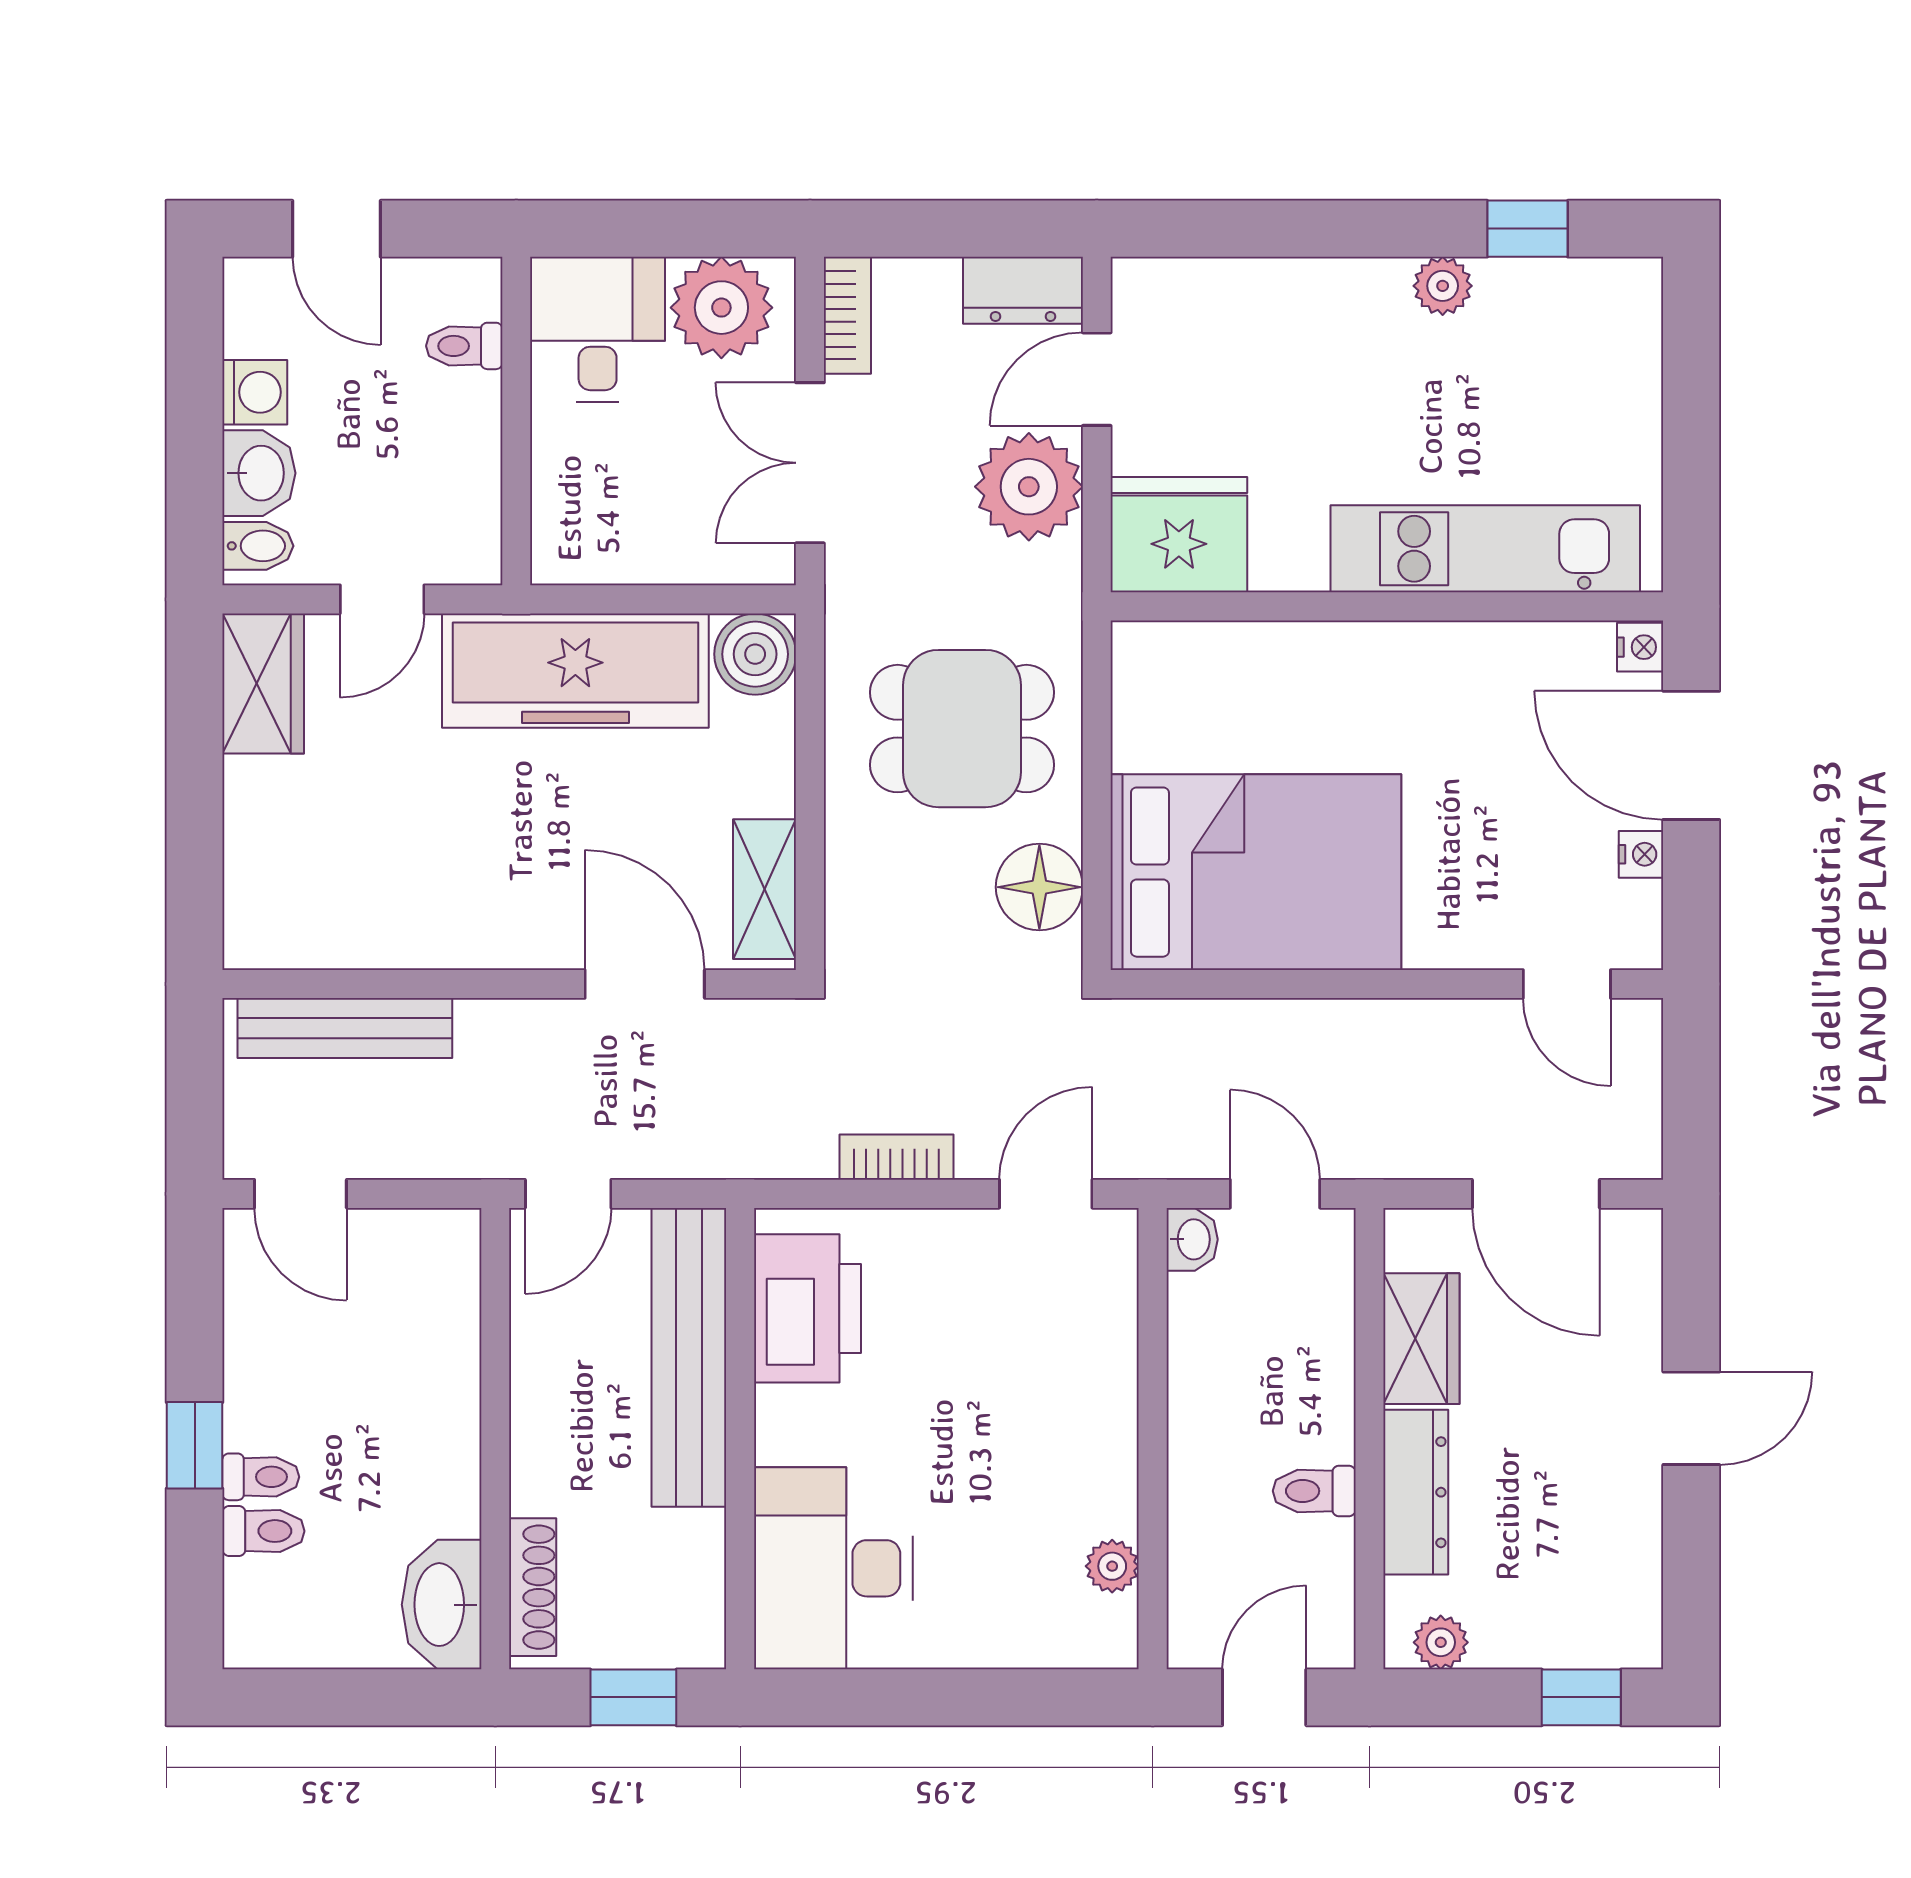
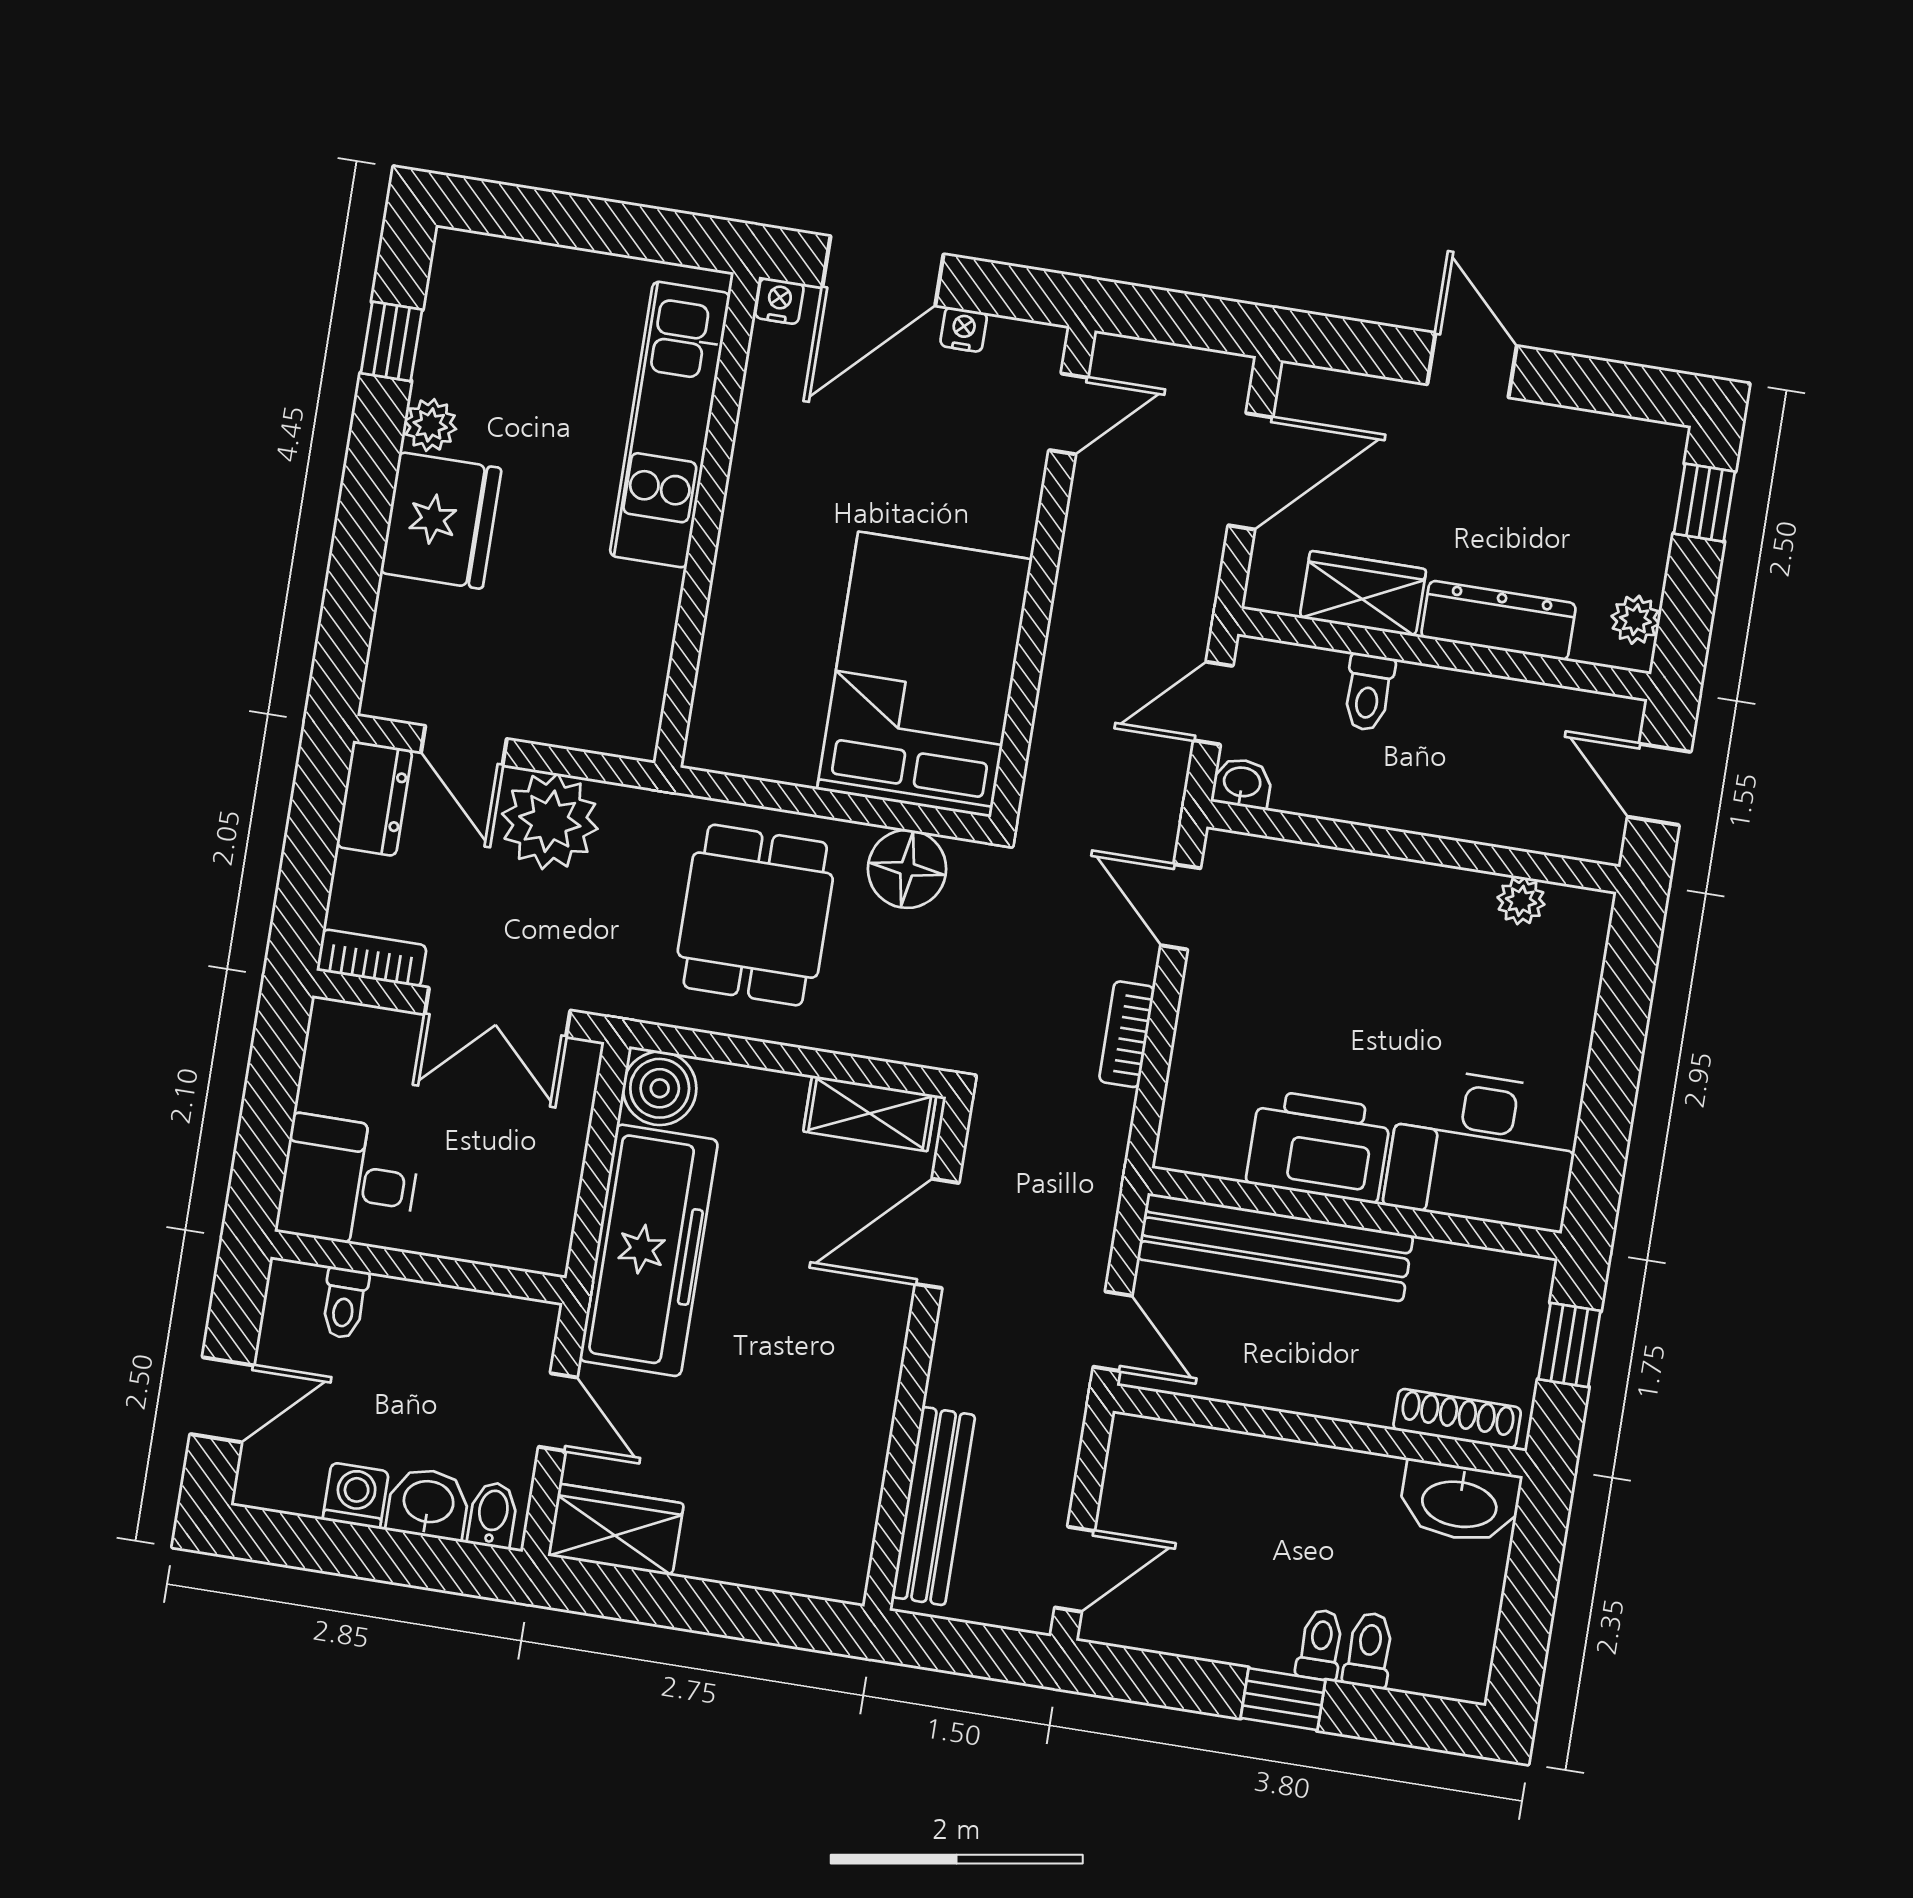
plant: (721, 308) -> (347, 1069), removed
fridge: (1179, 535) -> (441, 521), moved, turned 180
printer: (807, 1308) -> (1319, 1146), moved
toilet: (1314, 1491) -> (1368, 692), moved

